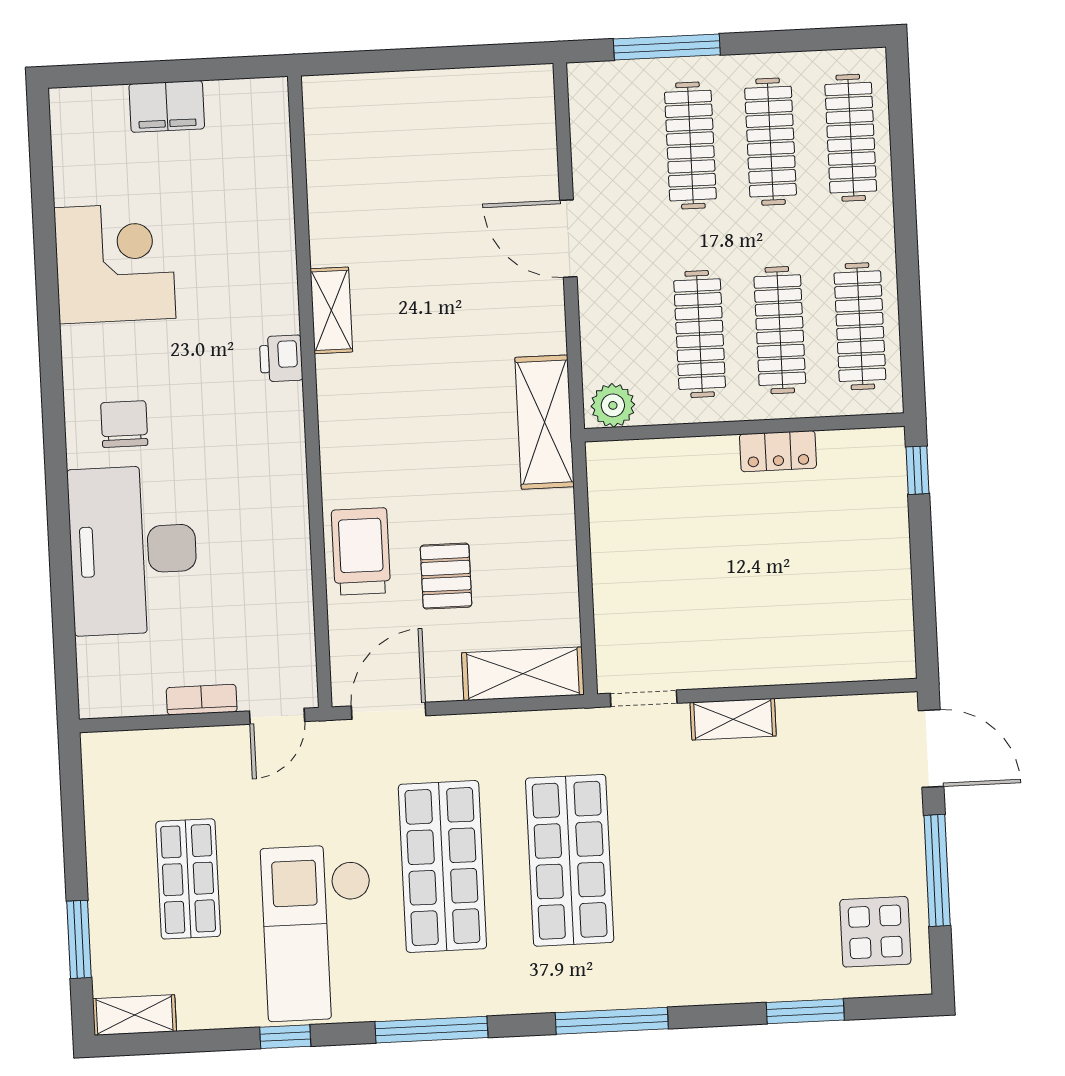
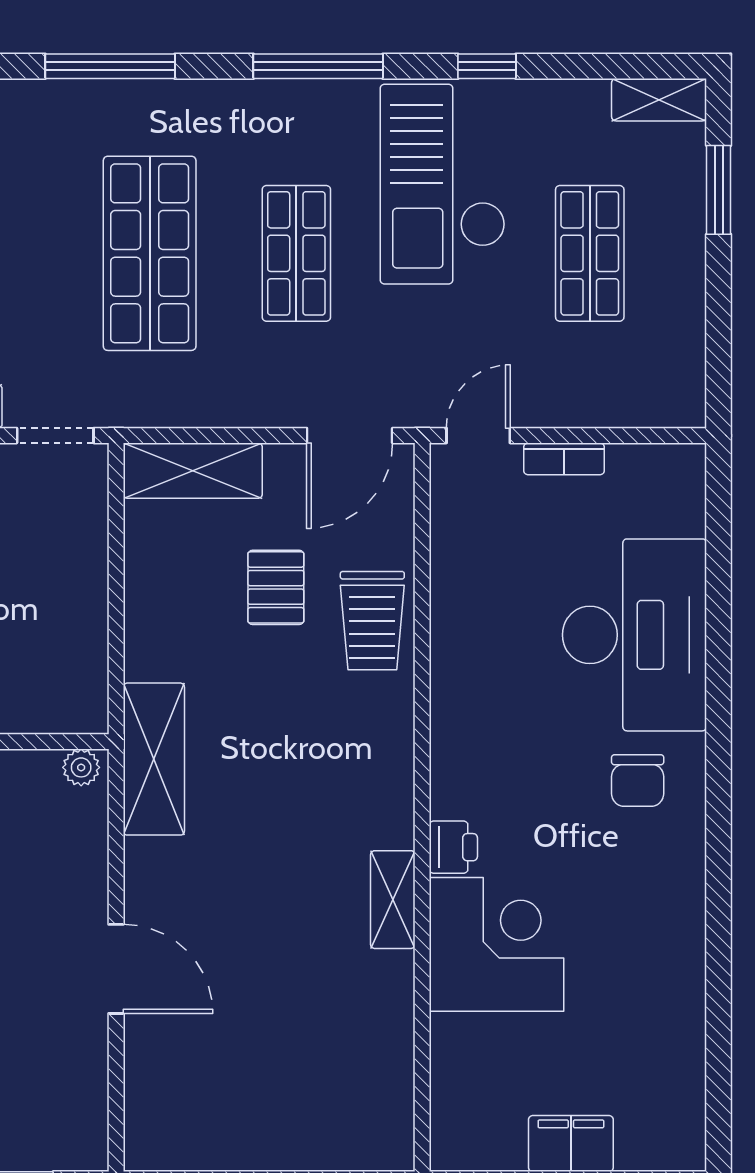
corner desk: (115, 263) -> (497, 944), moved, turned 180
plant: (613, 405) -> (81, 767), width x0.73, depth x0.73
shop shelf: (442, 866) -> (296, 253), width x0.70, depth x0.74
checkout: (318, 933) -> (443, 184), turned 180

